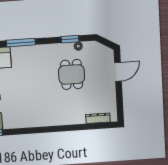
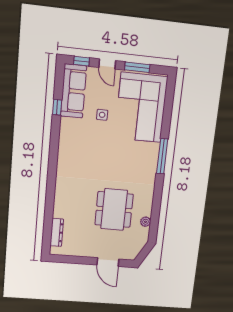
window: (70, 39) -> (155, 214), removed
dining table: (72, 74) -> (114, 209), width x1.38

